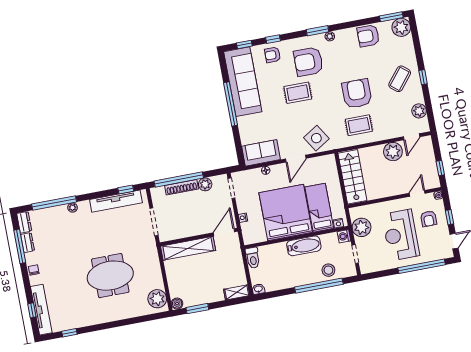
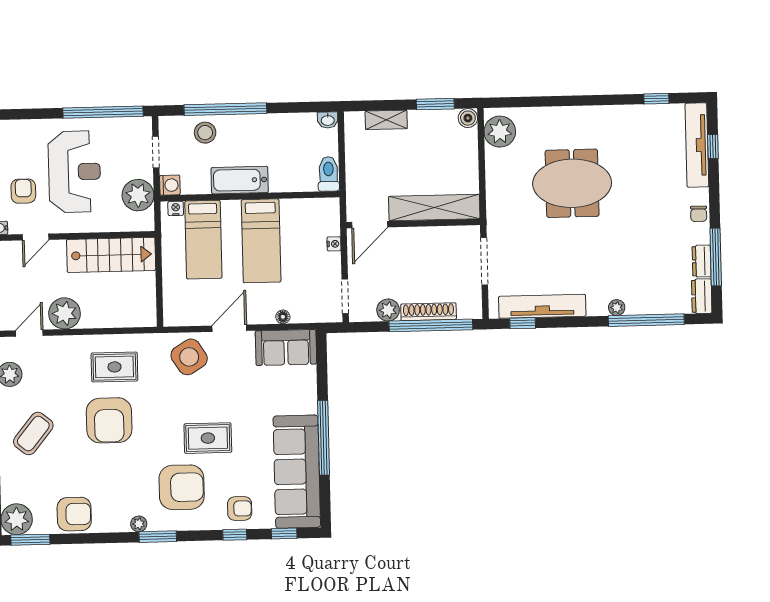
stairs: (352, 177) -> (111, 255), moved, turned -90
bed: (286, 212) -> (261, 241), width x0.49
window: (422, 266) -> (103, 112), moved
shelving: (237, 292) -> (386, 120), moved

